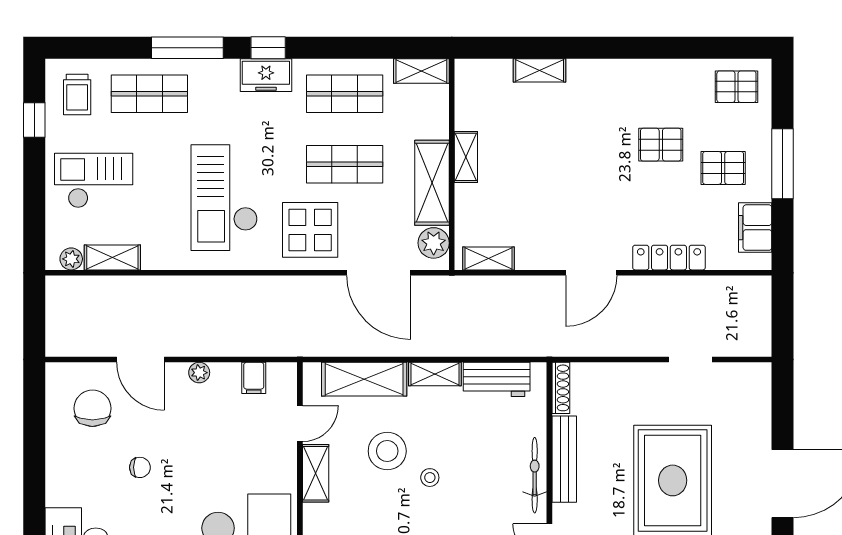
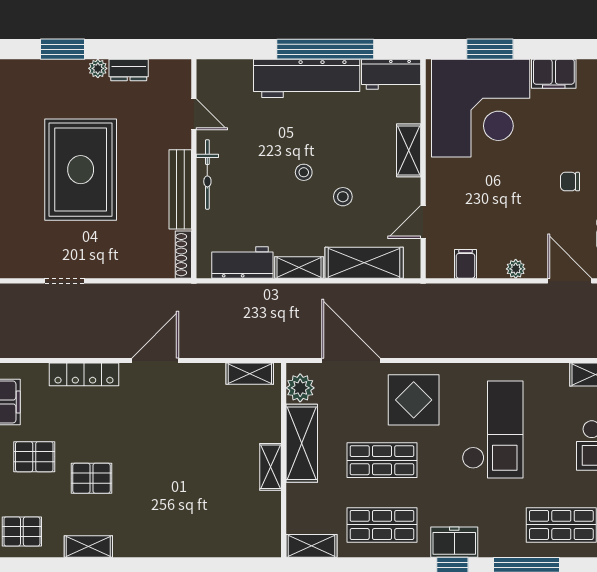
shelving: (540, 70) -> (88, 547), moved
stool: (387, 451) -> (343, 197), width x0.53, depth x0.53
shelving: (316, 473) -> (409, 150), moved

